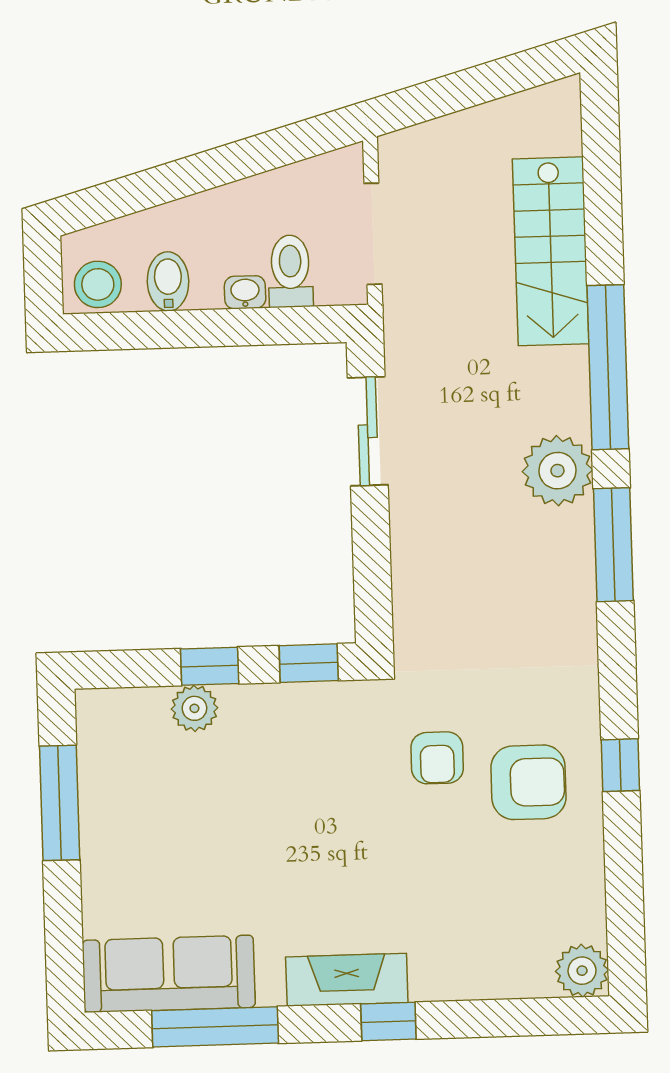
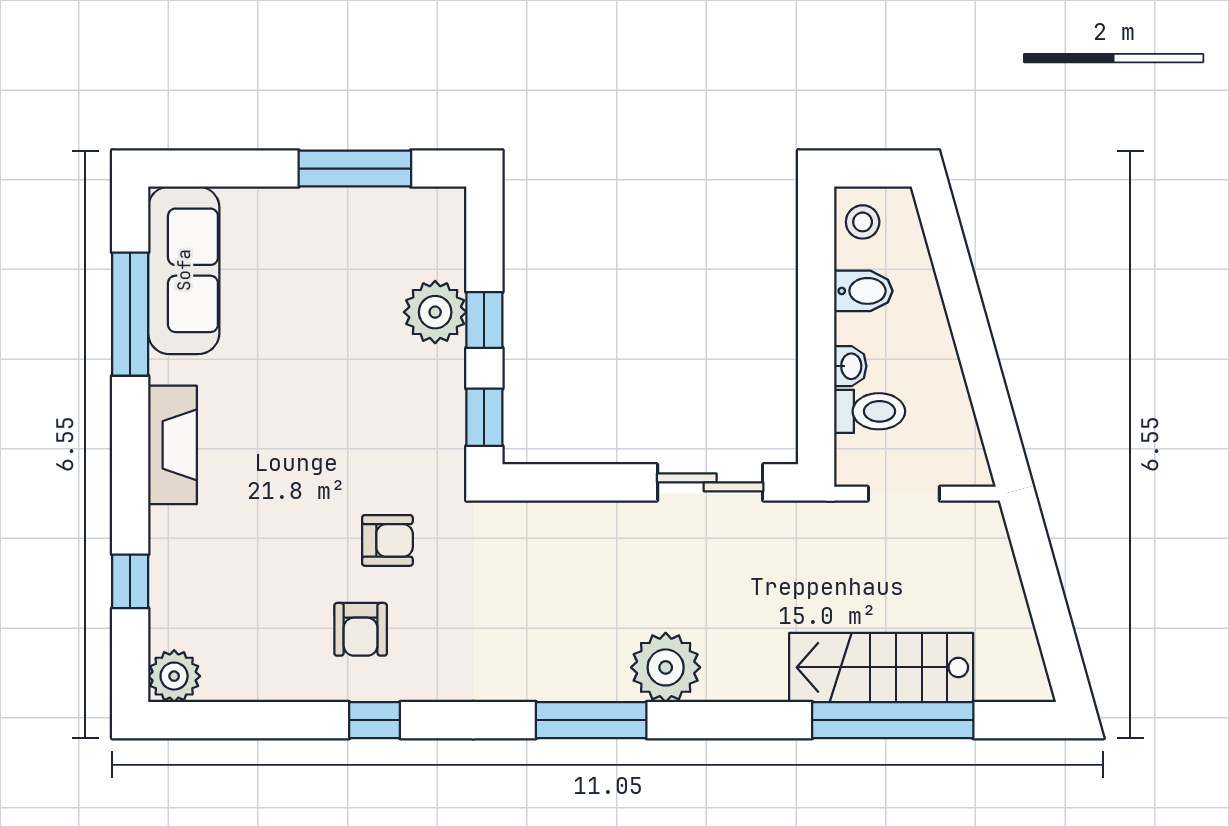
doorway: (373, 234) -> (904, 494), width x0.73
stool: (98, 284) -> (863, 222), width x0.73, depth x0.73
window: (608, 367) -> (893, 720), moved
plant: (194, 708) -> (435, 312), width x1.36, depth x1.36
armchair: (437, 758) -> (387, 540), turned 180
armchair: (528, 782) -> (361, 629), width x0.72, depth x0.72
window: (388, 1022) -> (130, 581), moved

